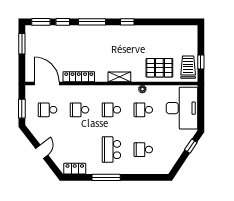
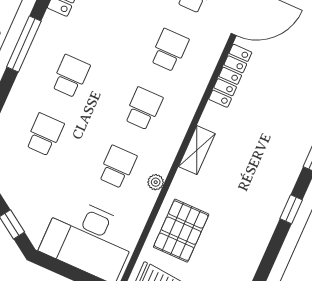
school desk: (111, 150) -> (71, 76), width x0.54

